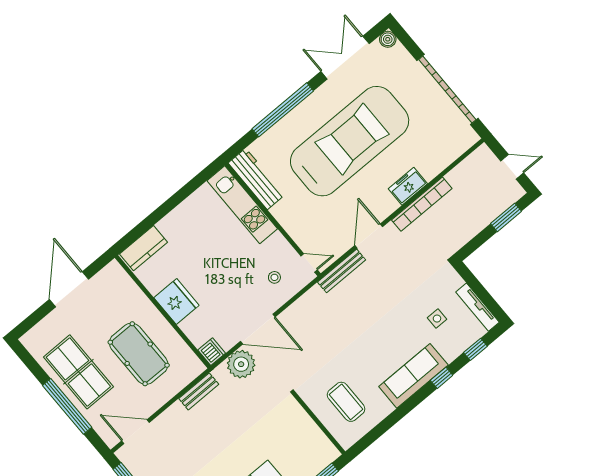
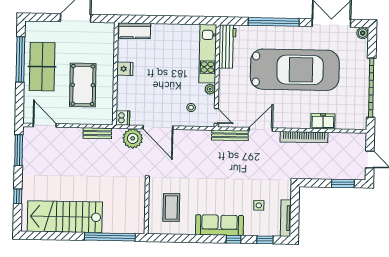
freezer: (408, 186) -> (323, 121), moved
plant: (278, 240) -> (210, 89), added
fridge: (176, 301) -> (125, 69), width x0.53, depth x0.75
window: (67, 406) -> (20, 59), moved

